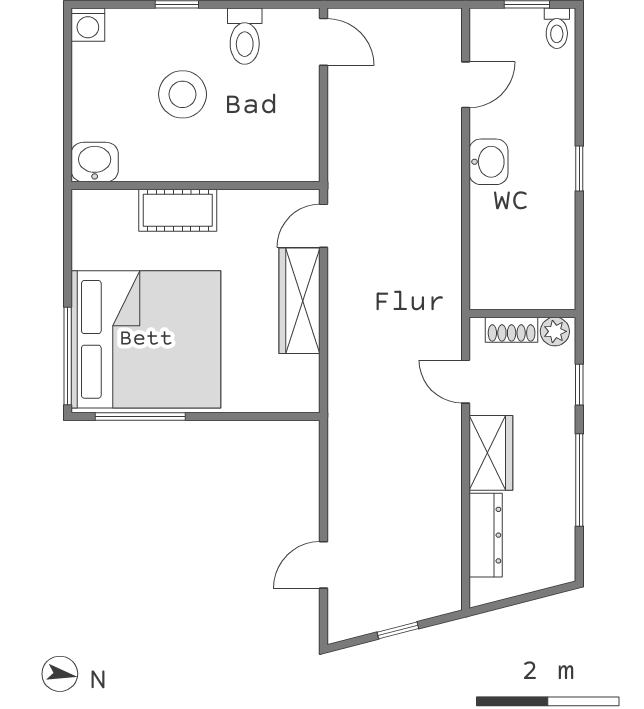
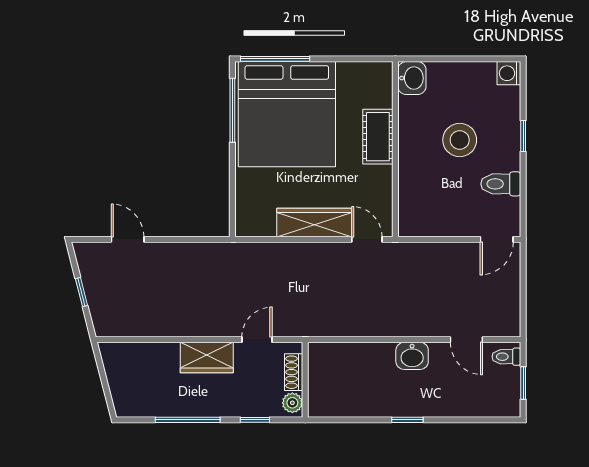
toilet: (557, 28) -> (506, 357), moved
dresser: (486, 535) -> (149, 354), removed

